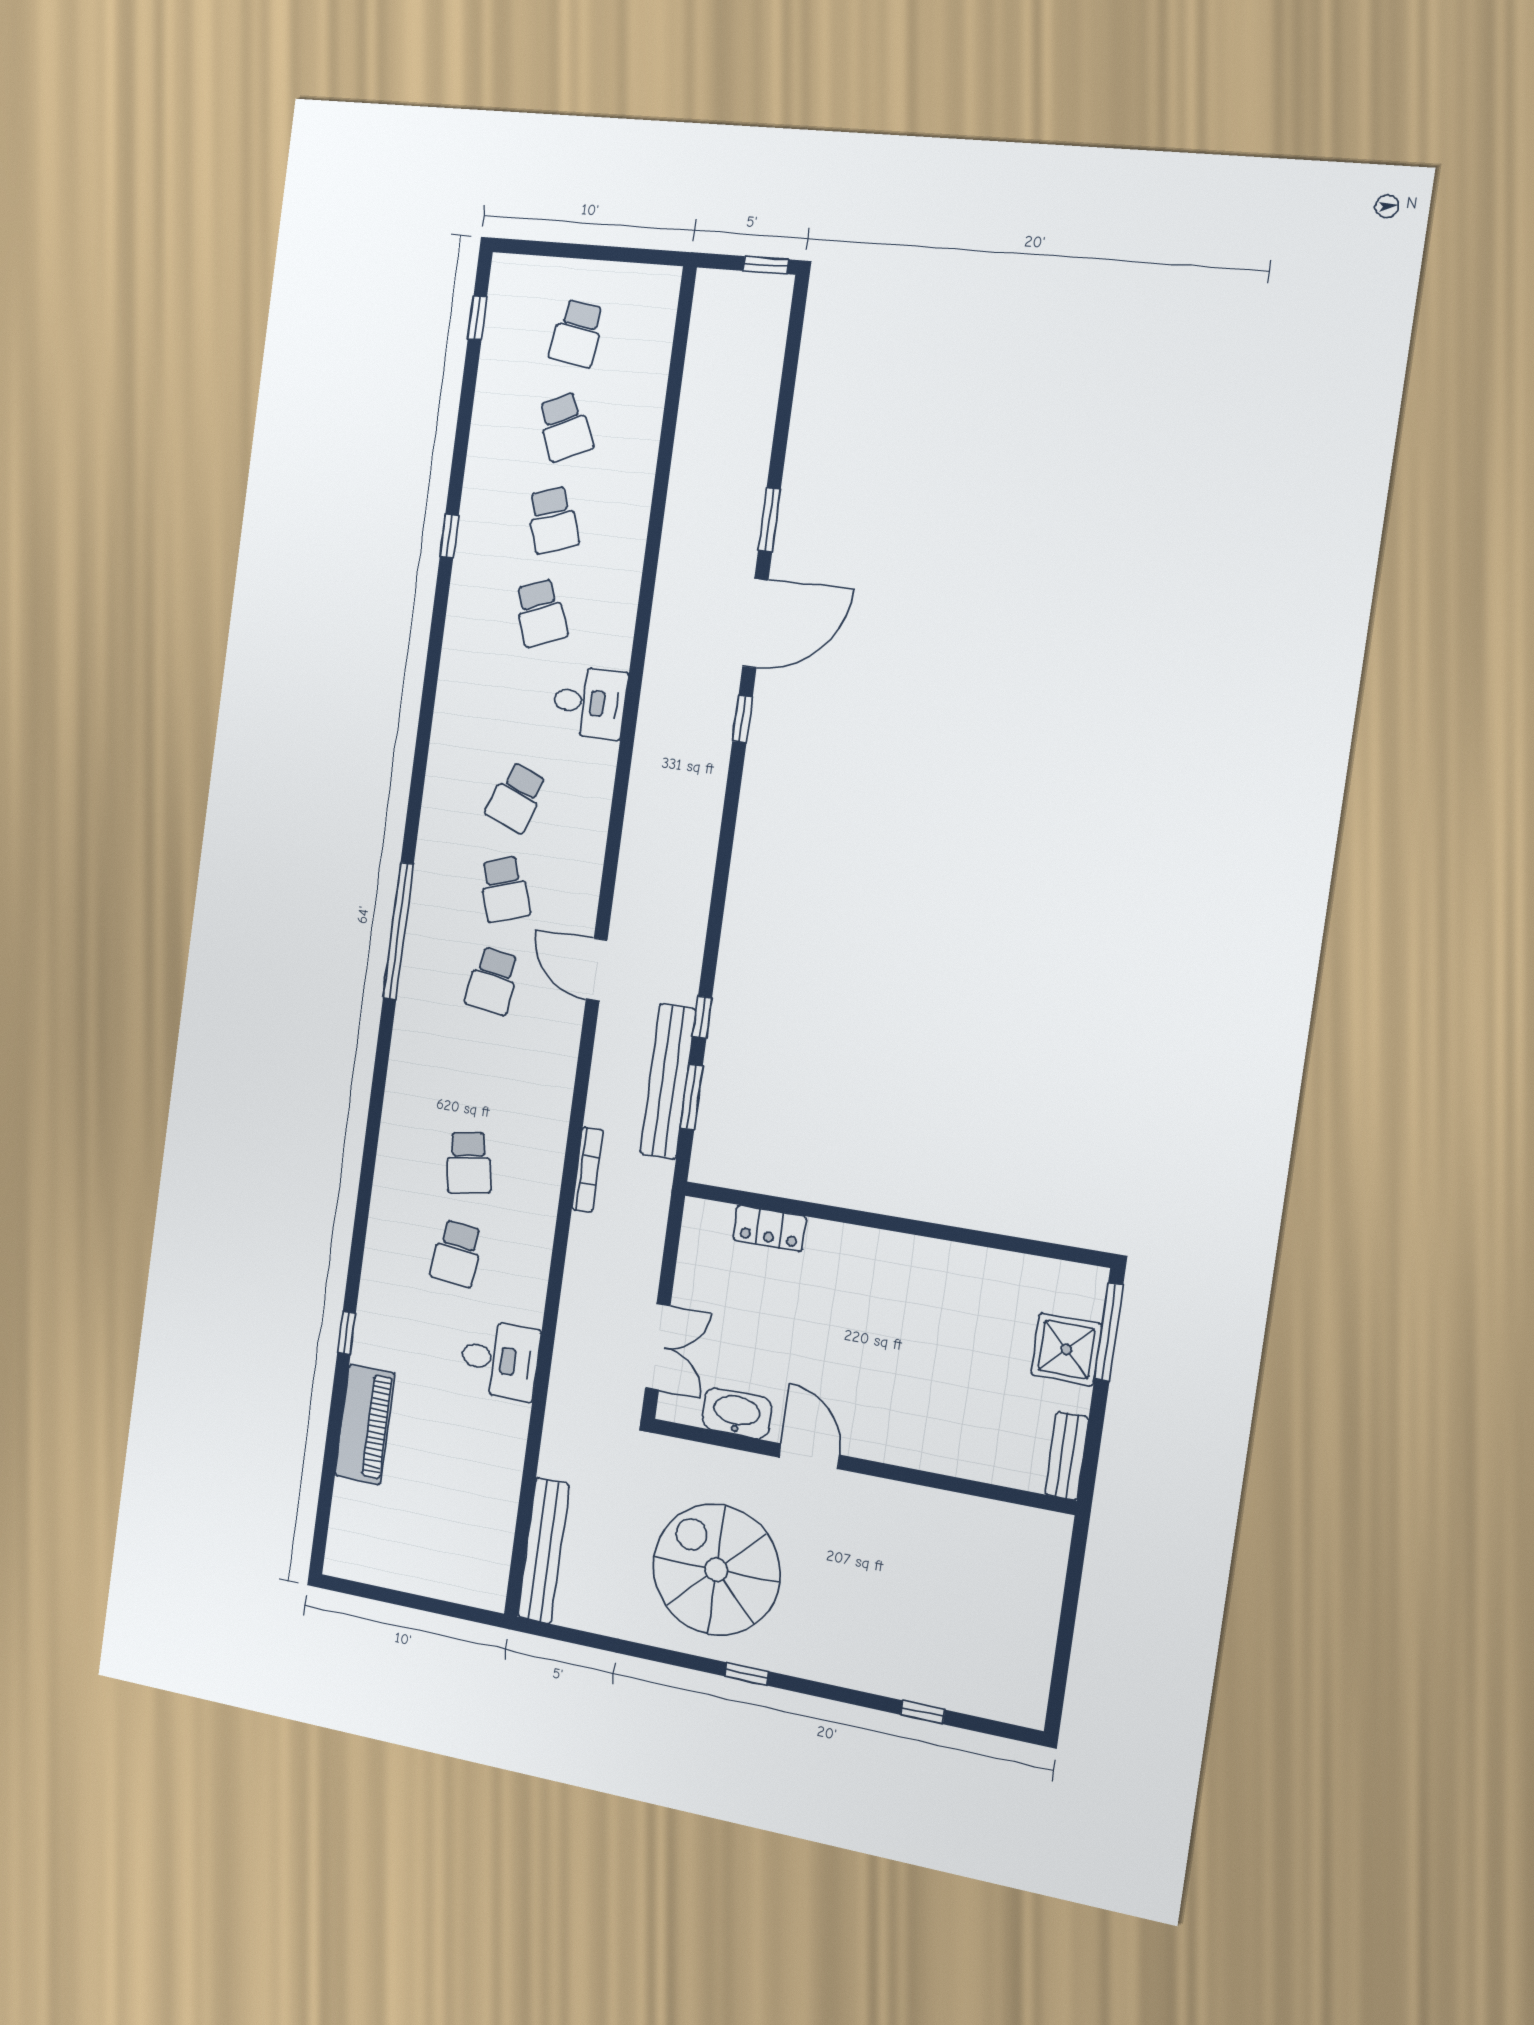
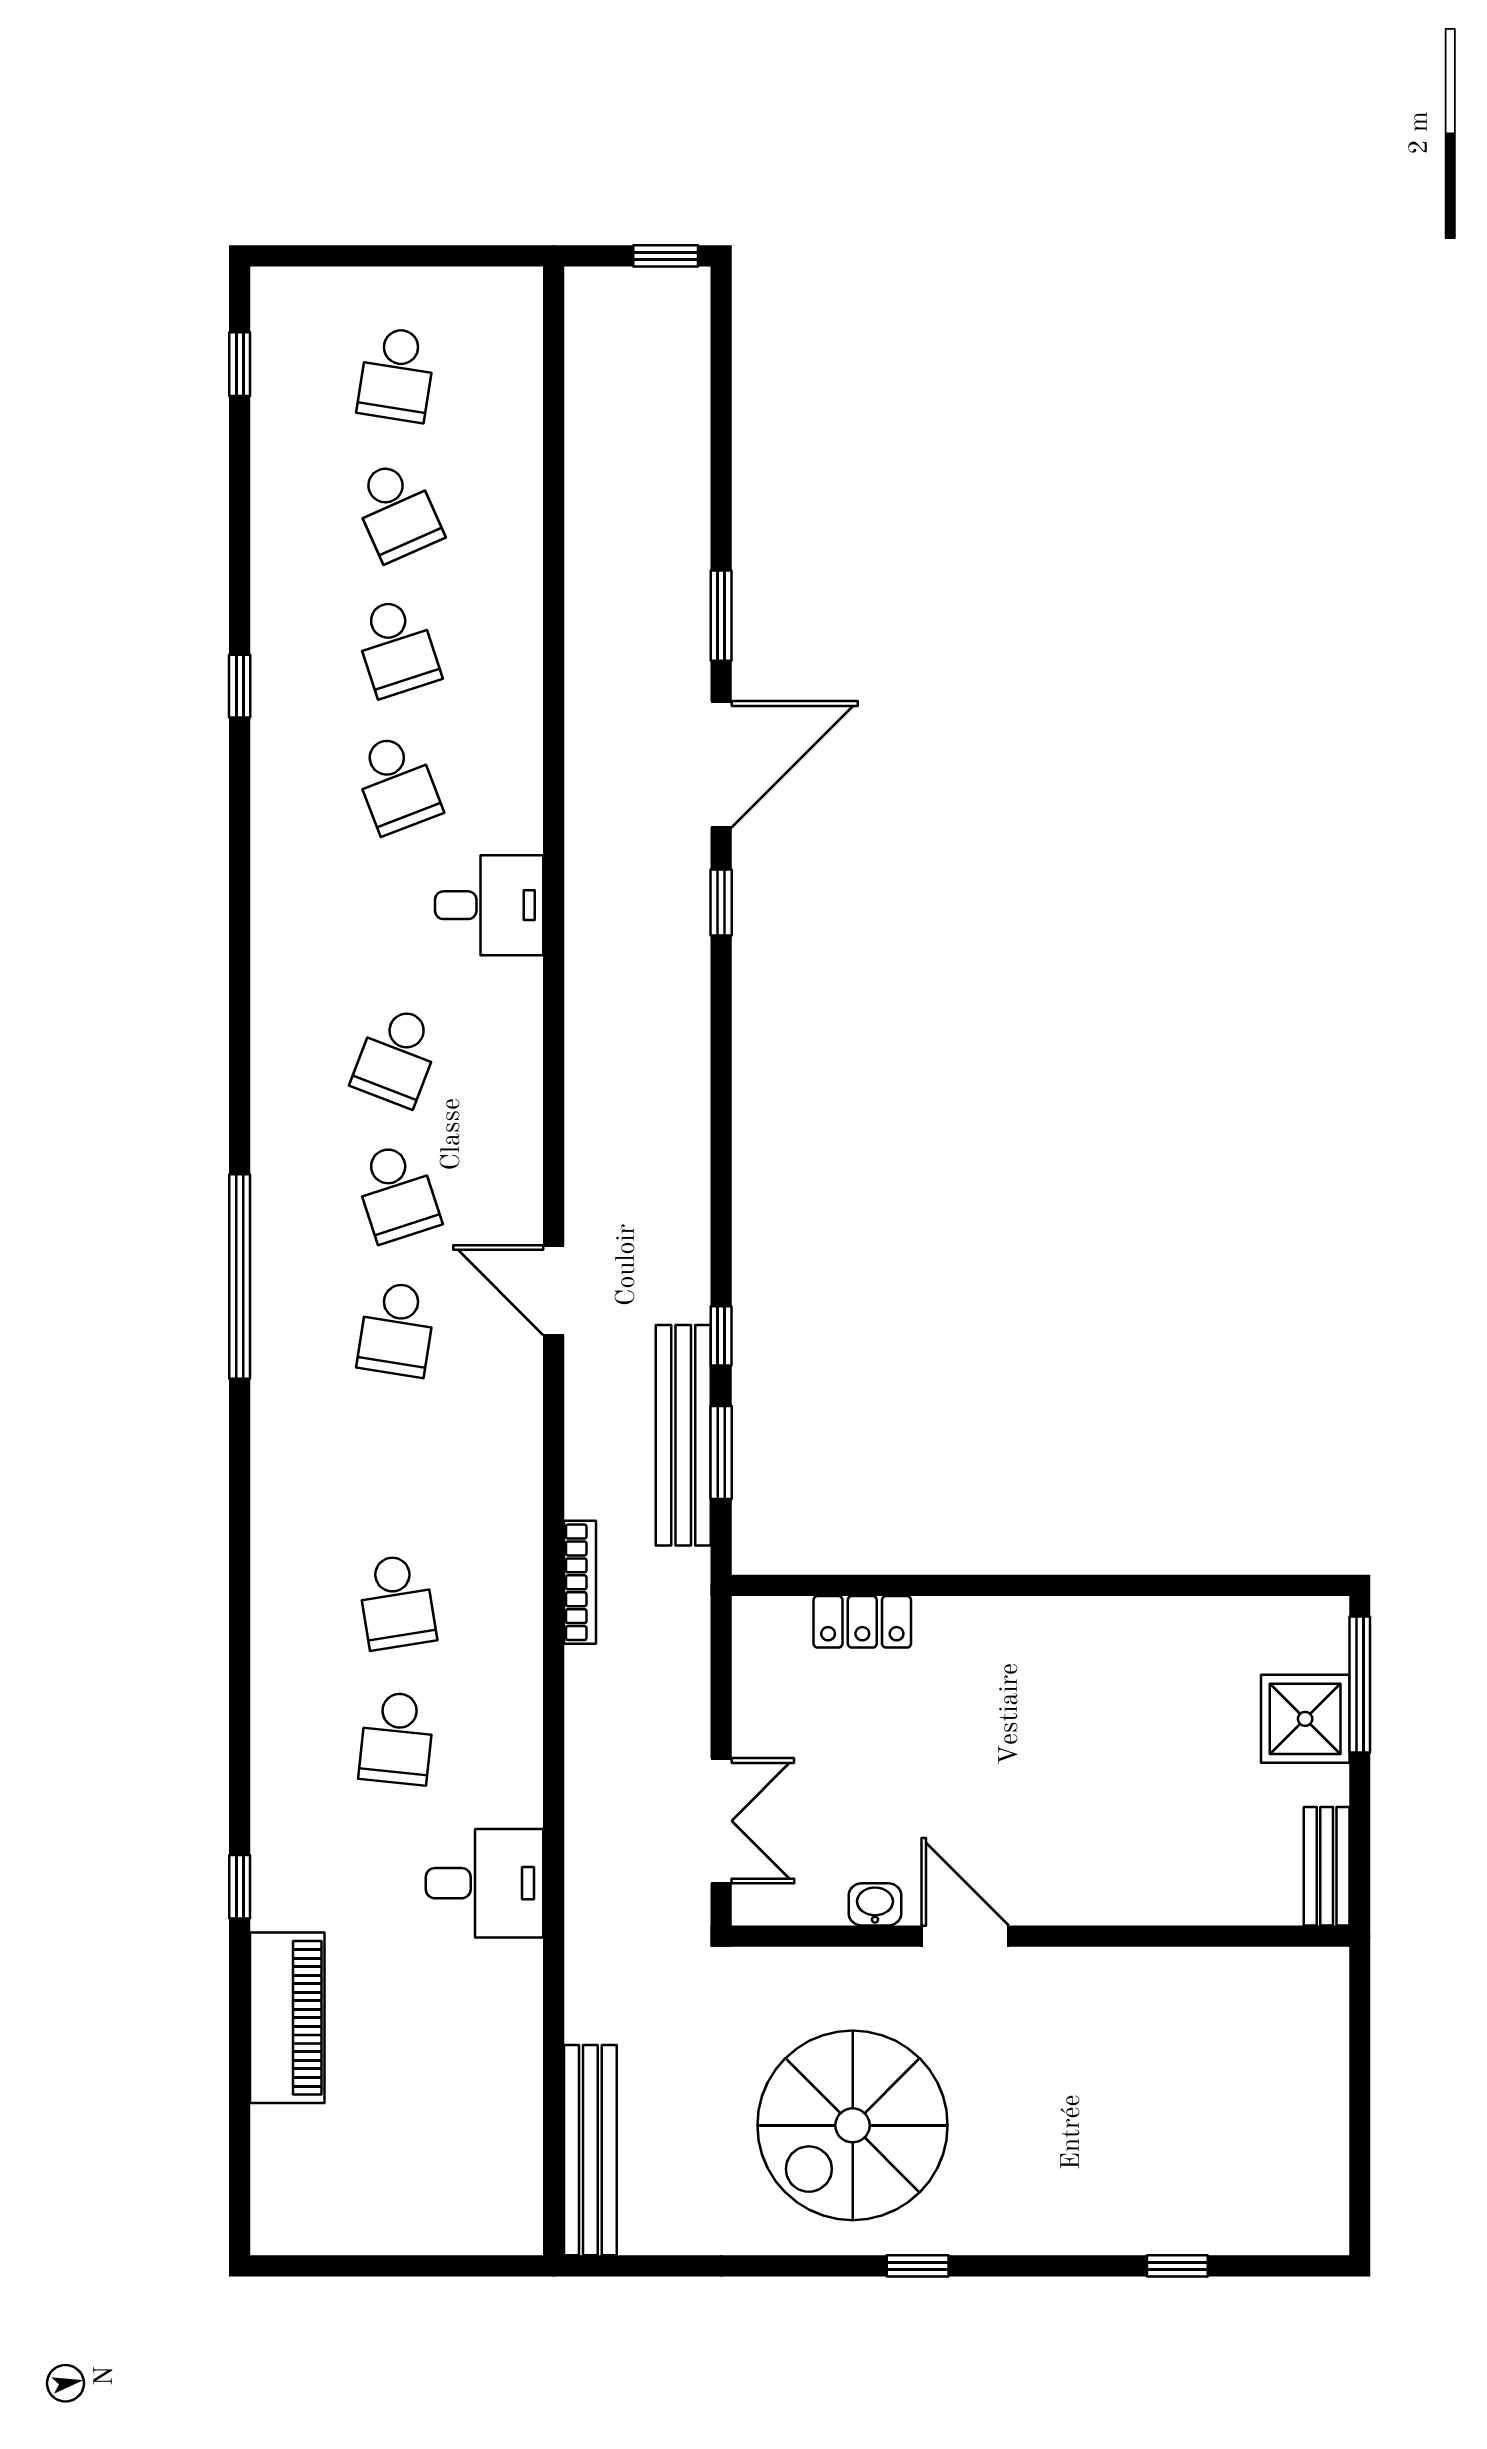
washbasin: (737, 1413) -> (875, 1904), width x0.52, depth x0.69
spiral stairs: (716, 1570) -> (853, 2125), turned -90

